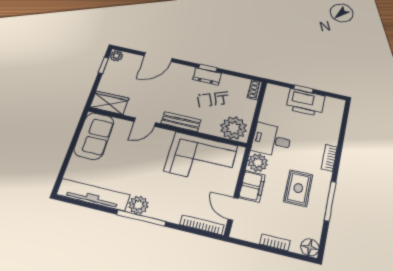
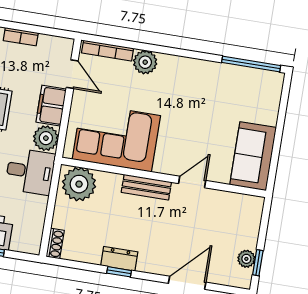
plant: (116, 56) -> (246, 259), moved
wardrobe: (109, 103) -> (241, 206), removed
tv unit: (93, 195) -> (241, 77), removed
plant: (138, 205) -> (145, 62), moved
window: (141, 218) -> (251, 64), moved

